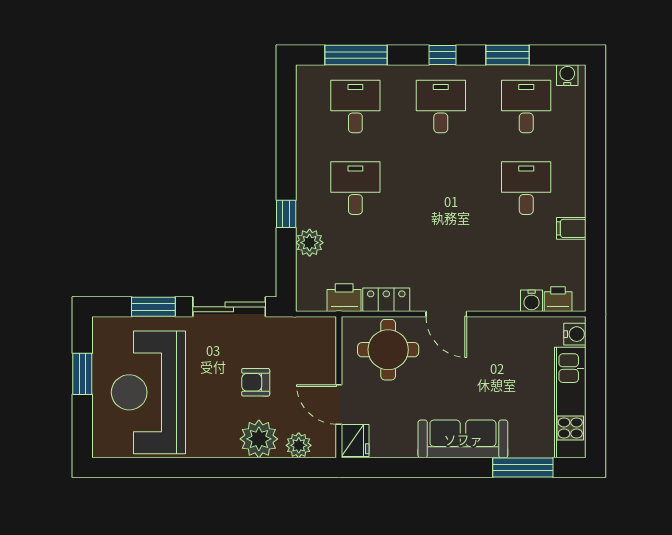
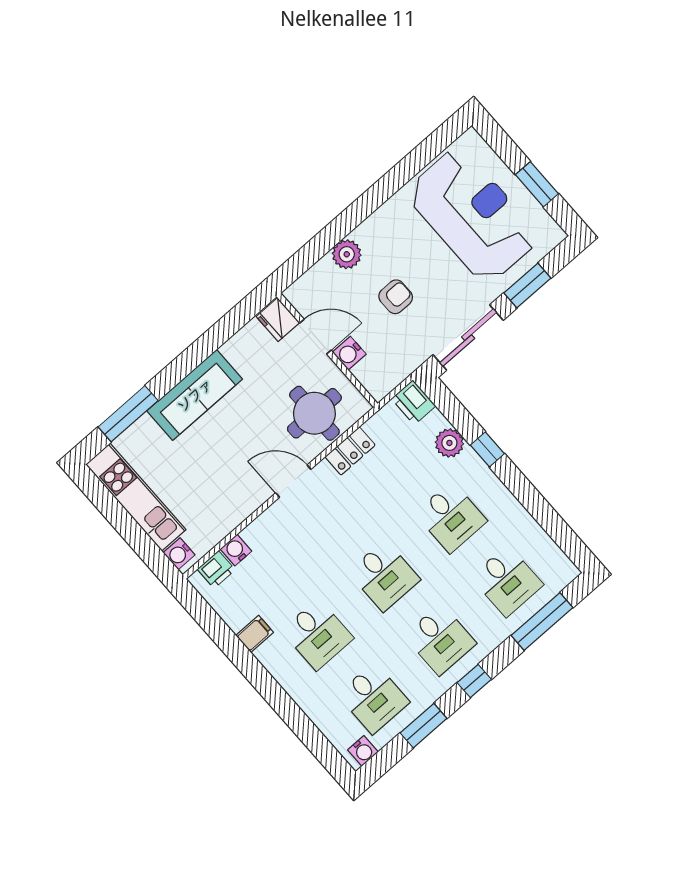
desk: (441, 188) -> (384, 576), added
printer: (344, 298) -> (413, 402), moved, turned 90
water cooler: (325, 371) -> (349, 353), added
plant: (259, 439) -> (347, 254), width x0.73, depth x0.73
plant: (299, 445) -> (319, 277), removed

